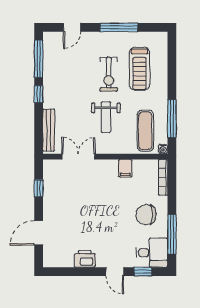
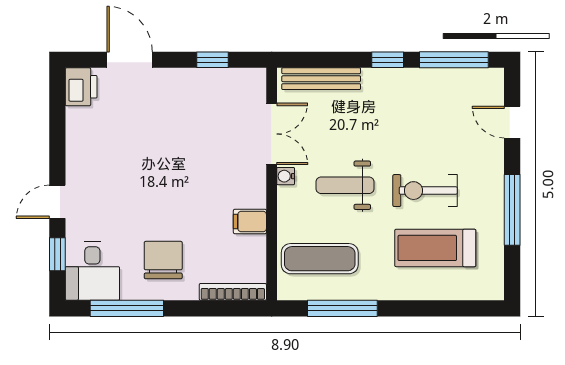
water cooler: (163, 149) -> (286, 176), moved
printer: (85, 259) -> (81, 87), moved

